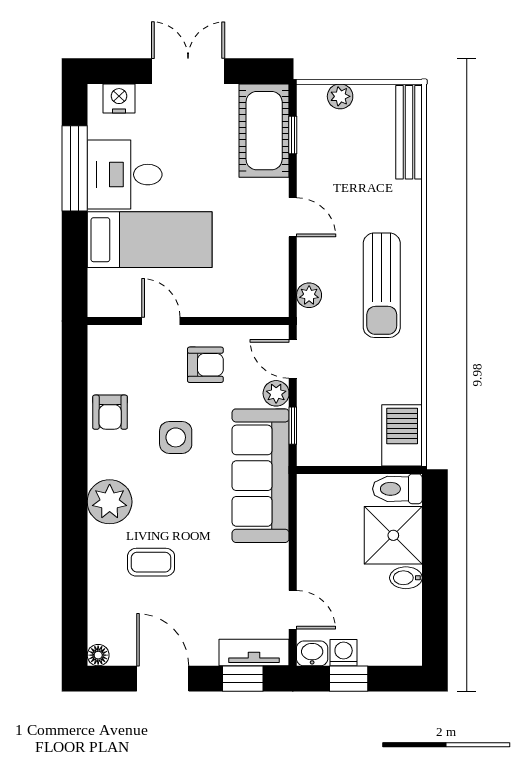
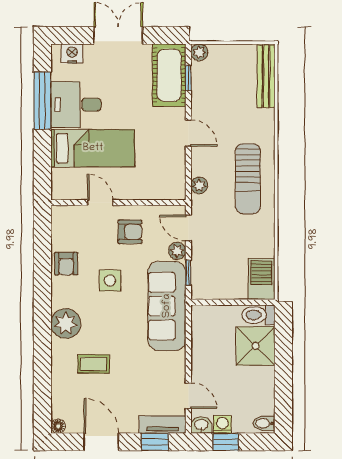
plant: (340, 96) -> (199, 52), moved
bidet: (406, 578) -> (264, 423), moved

